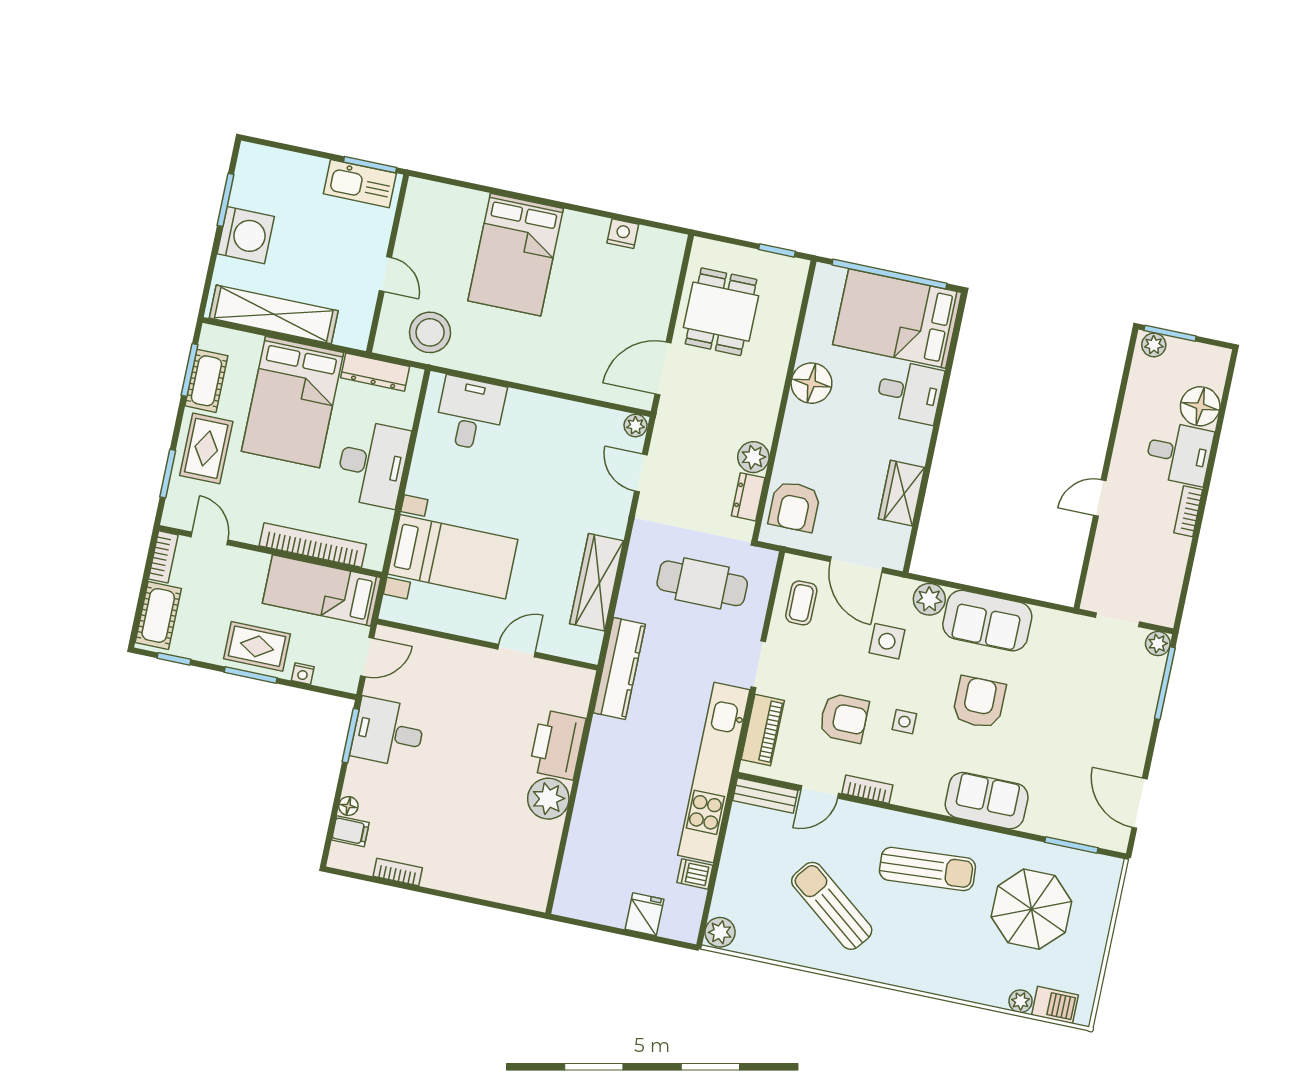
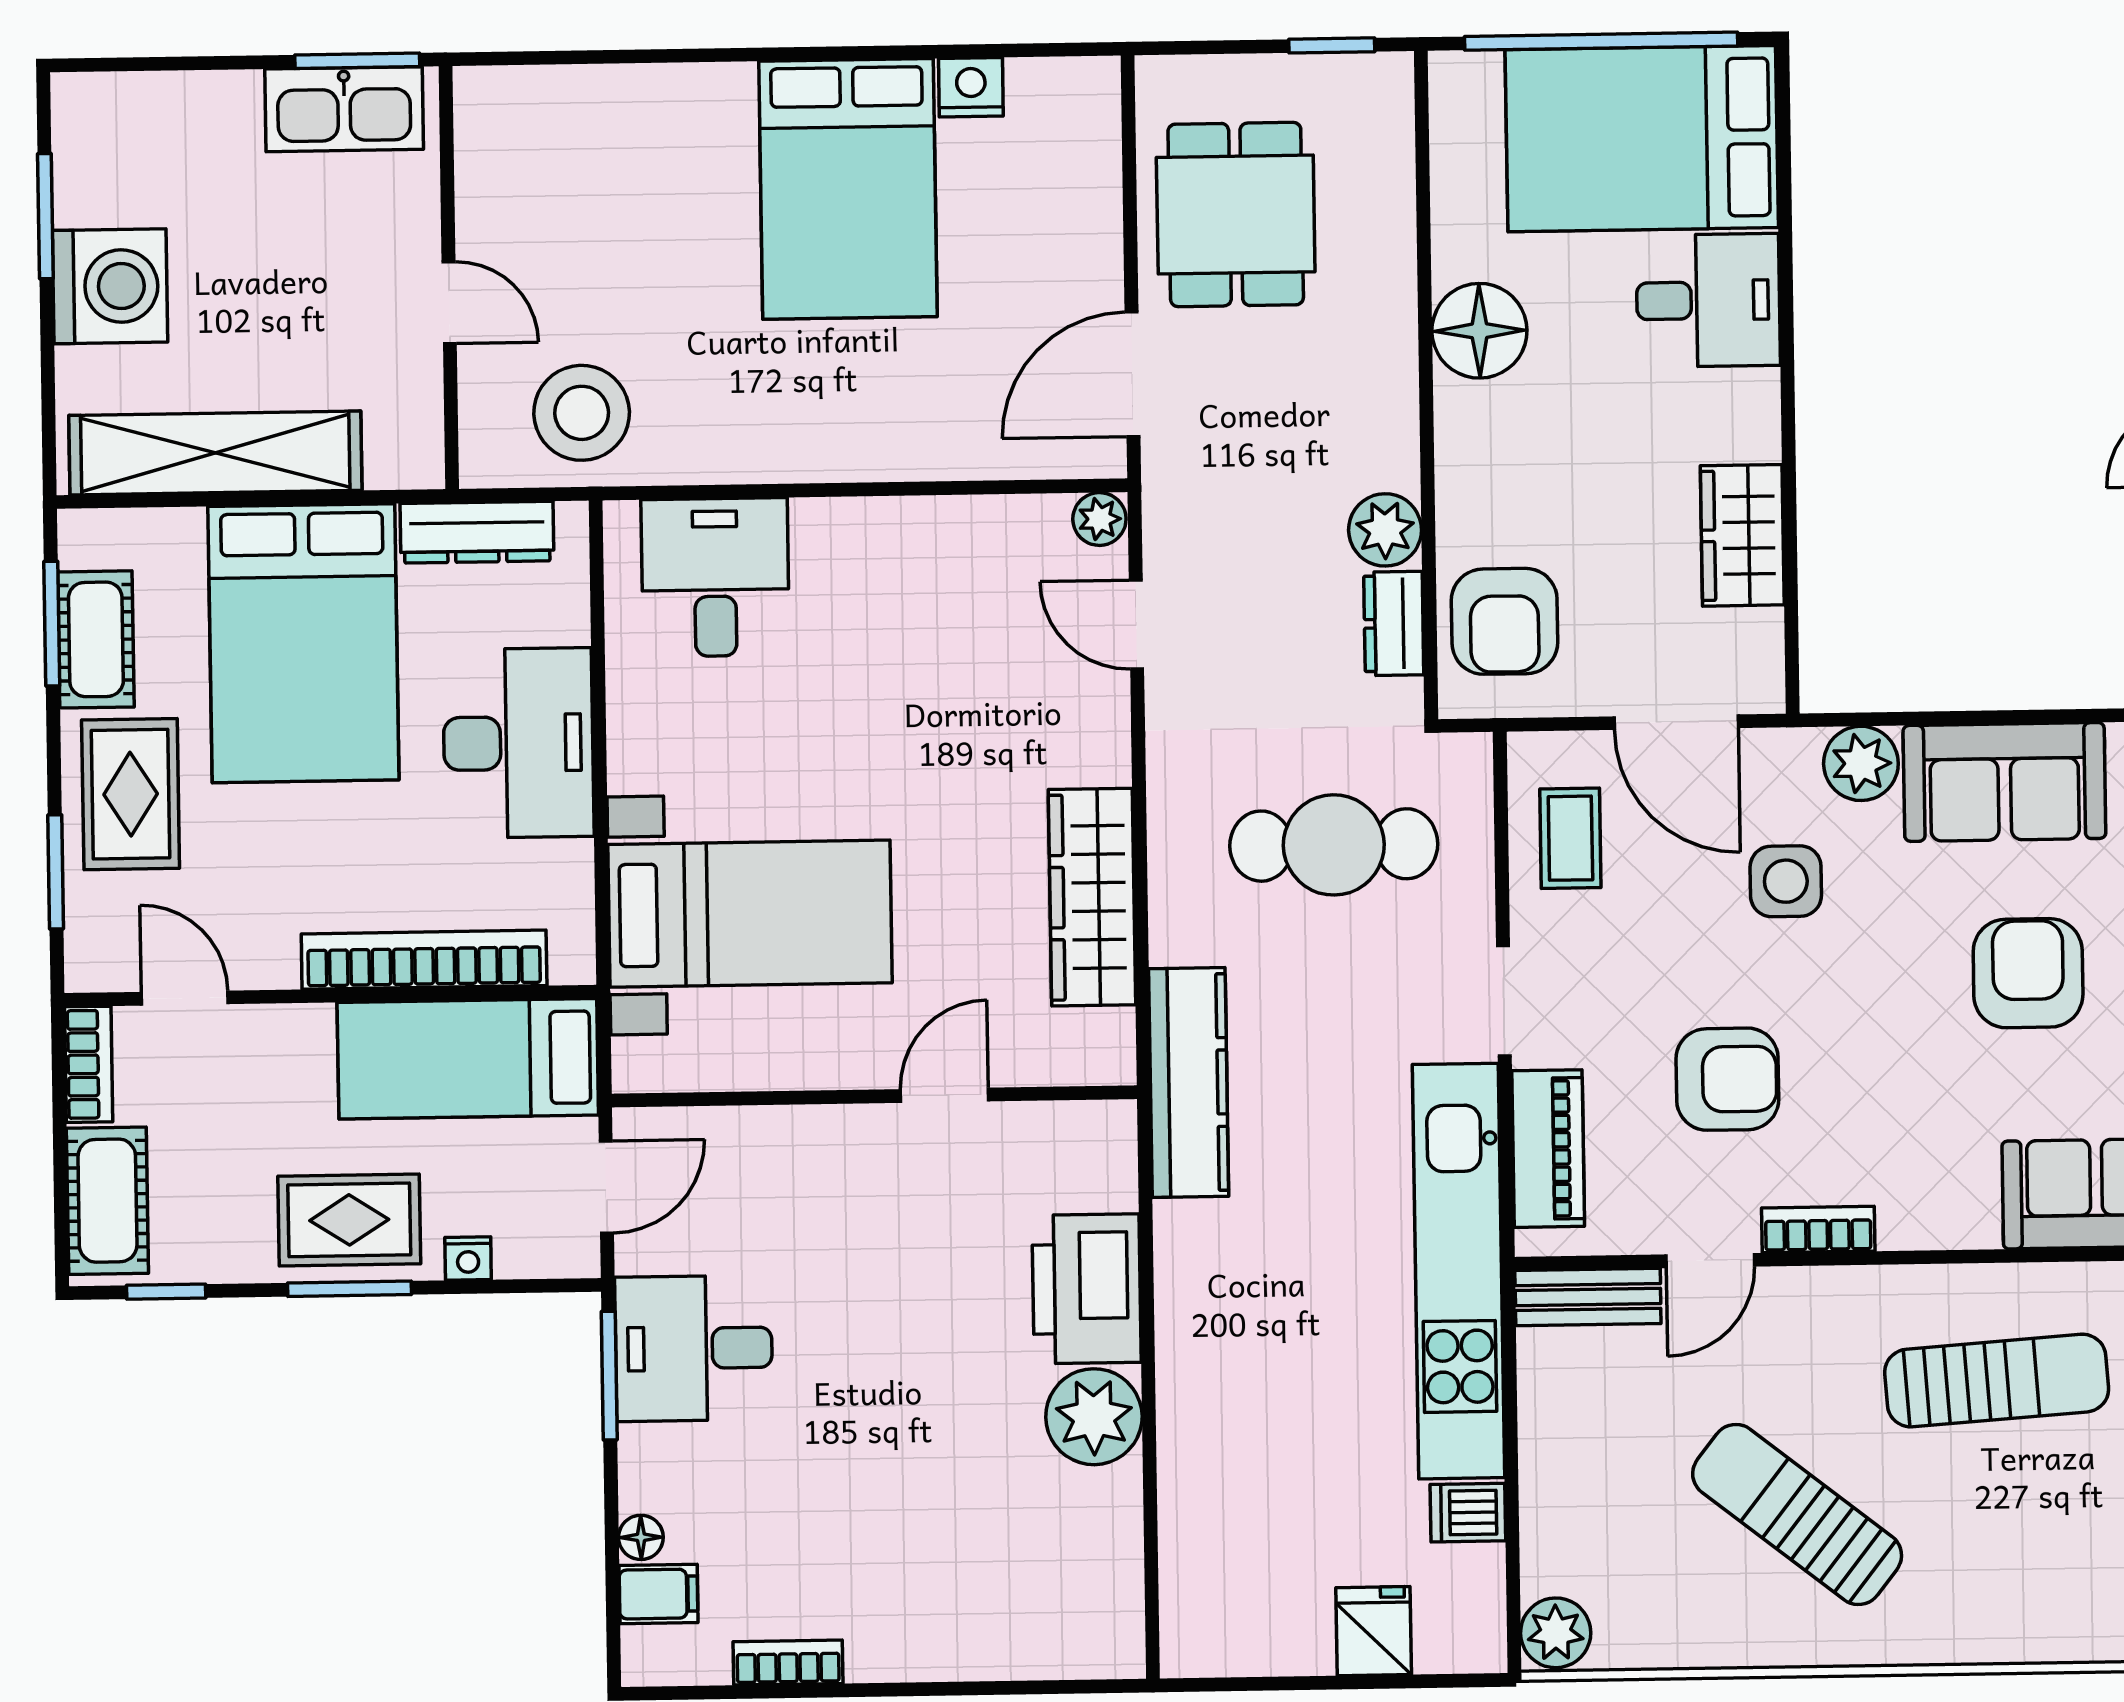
bed: (516, 255) -> (848, 189), moved
side table: (904, 722) -> (1867, 1056), removed

